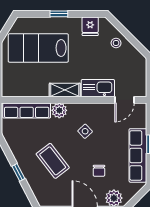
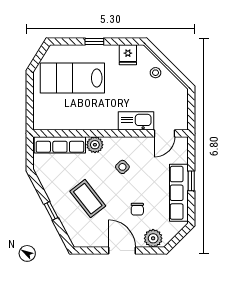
shelving: (65, 90) -> (101, 123), removed

